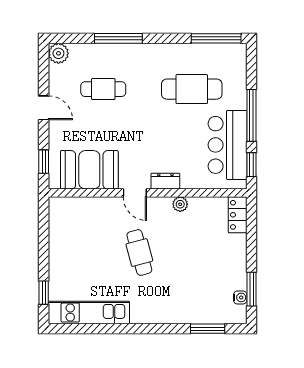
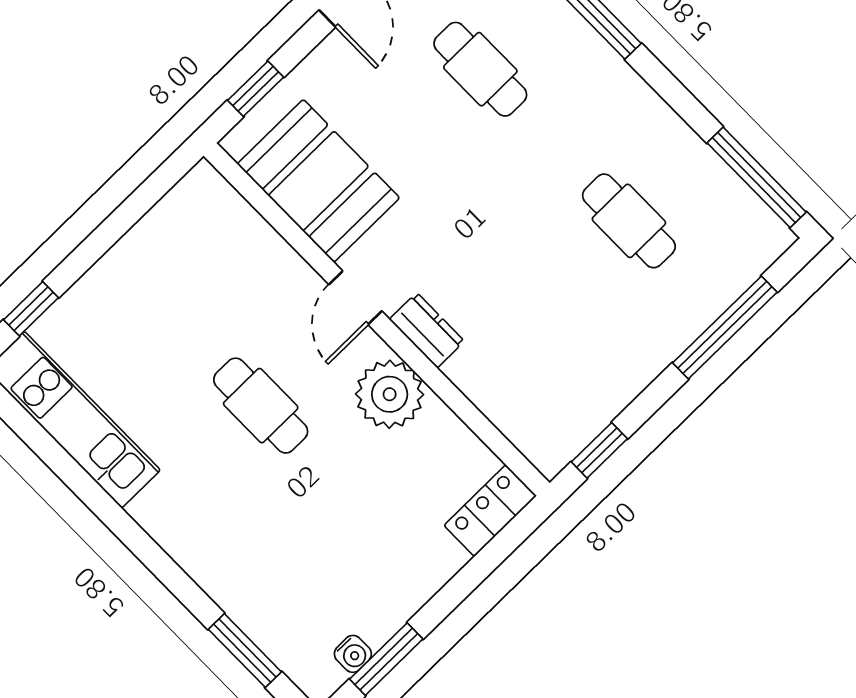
cafe table: (192, 89) -> (629, 221), width x0.73, depth x0.74
window: (251, 115) -> (725, 327), moved
bar counter: (227, 145) -> (593, 376), removed
plant: (180, 204) -> (390, 394), width x1.88, depth x1.88
cafe table: (139, 253) -> (261, 406), turned -75

